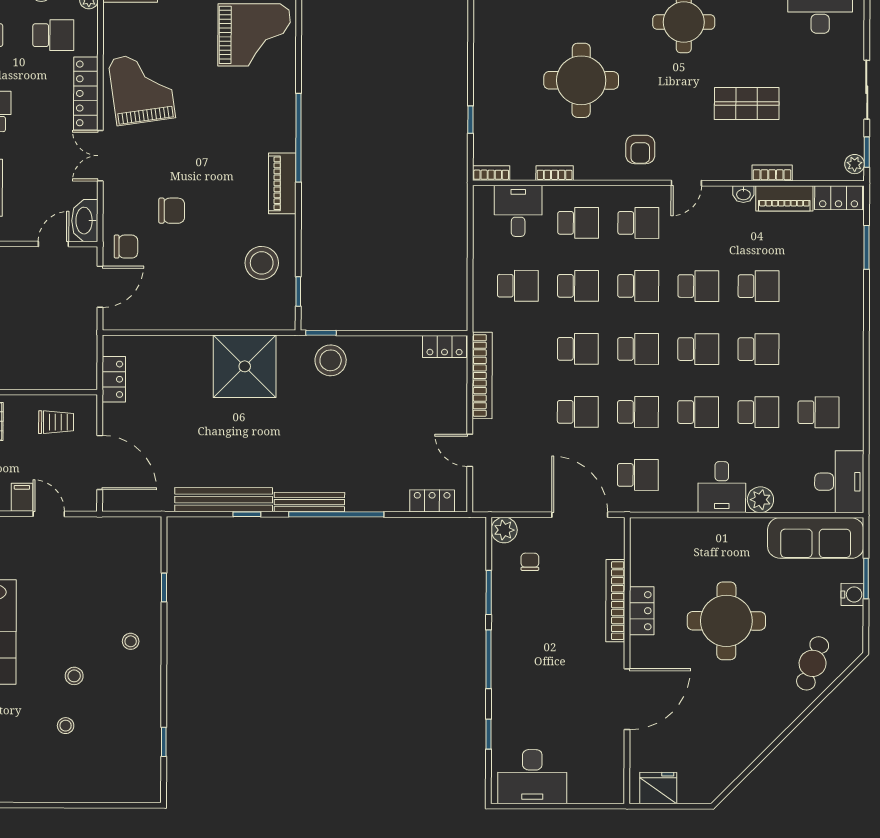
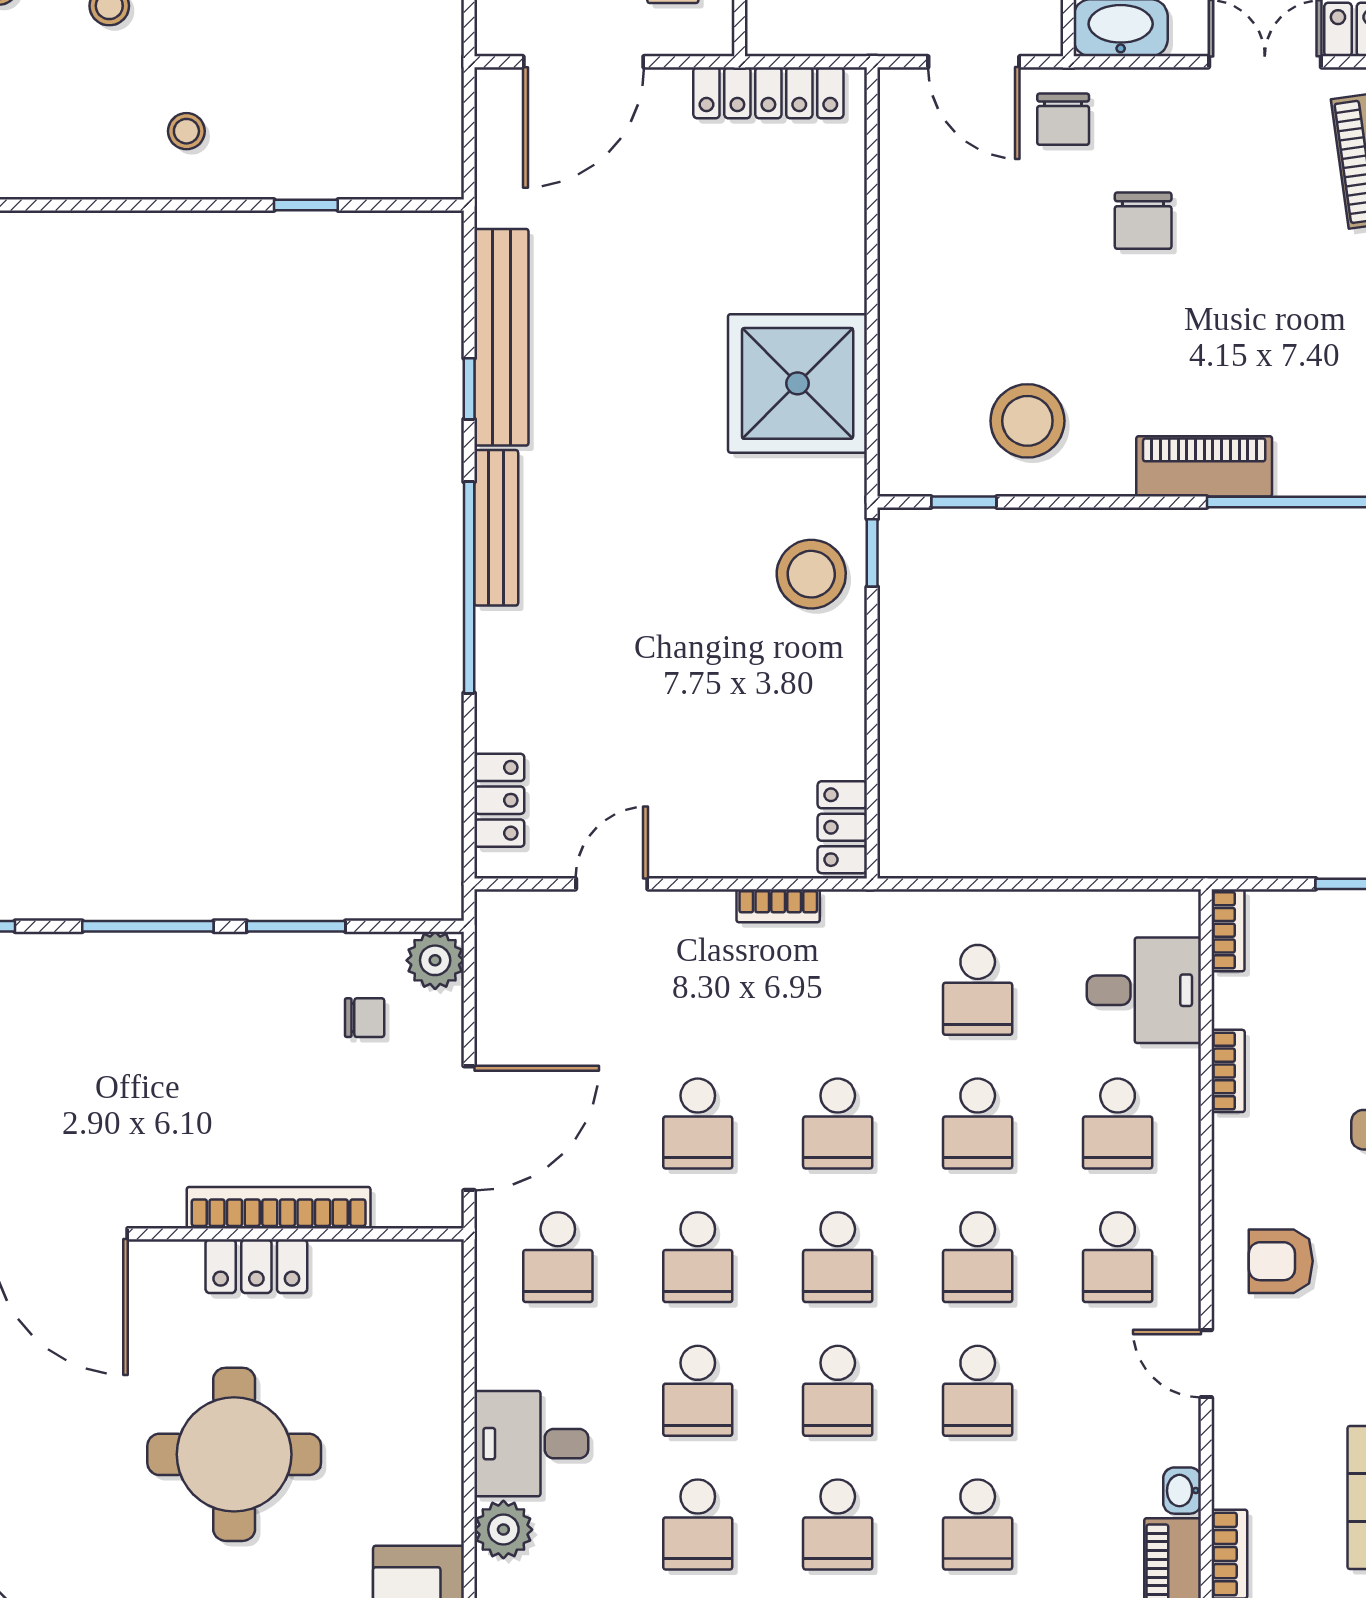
bookcase: (482, 375) -> (778, 906), width x0.43, depth x0.76
locker: (114, 379) -> (768, 93), width x1.53

